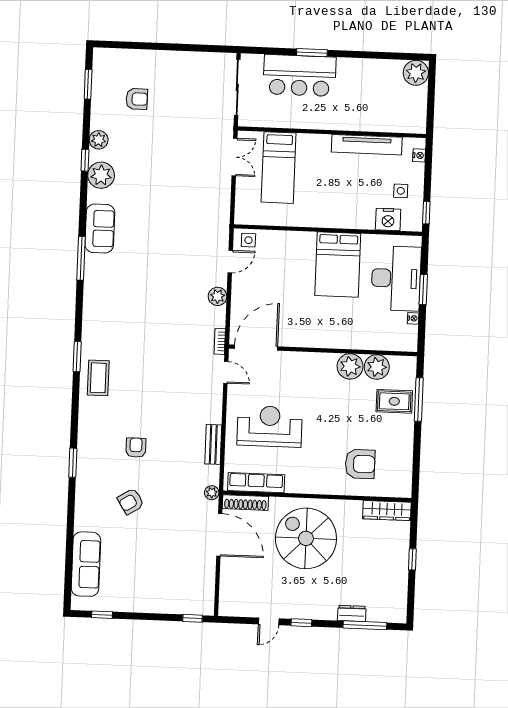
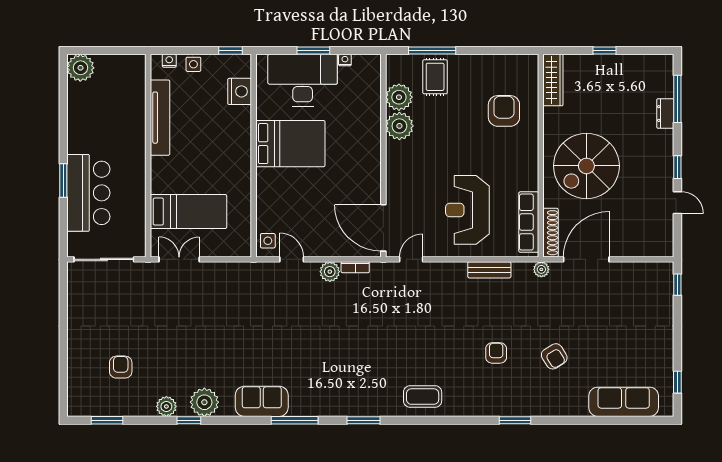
side table: (401, 191) -> (193, 64), moved
bookcase: (220, 341) -> (355, 267), moved
window: (77, 357) -> (364, 420), moved
armchair: (136, 448) -> (496, 353), turned 90

